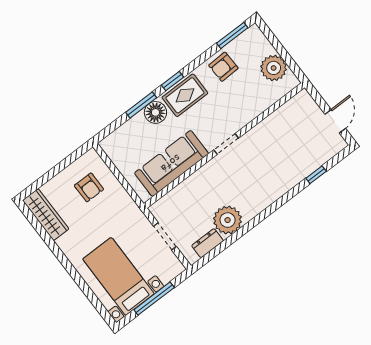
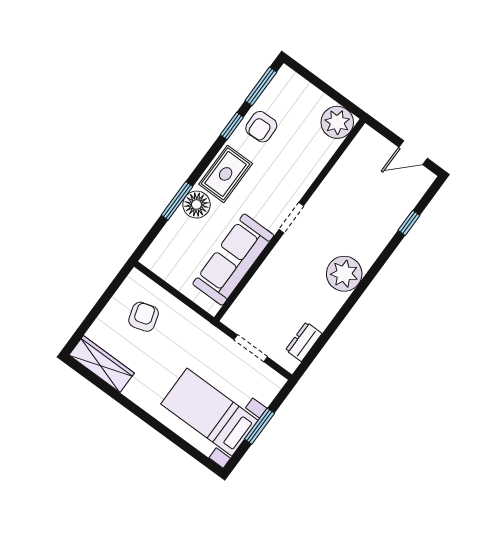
plant: (274, 68) -> (337, 122), moved
window: (172, 81) -> (232, 126), moved
door: (335, 121) -> (413, 153), swing flipped
armchair: (89, 187) -> (144, 317), turned -107
plant: (228, 220) -> (344, 274), moved
window: (154, 299) -> (260, 426), width x0.69

